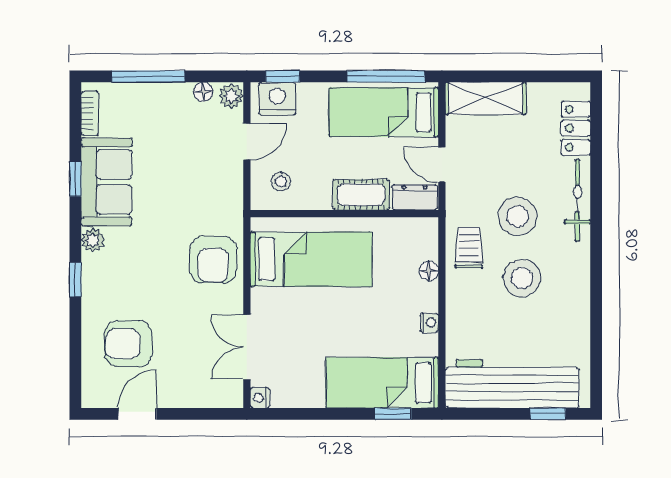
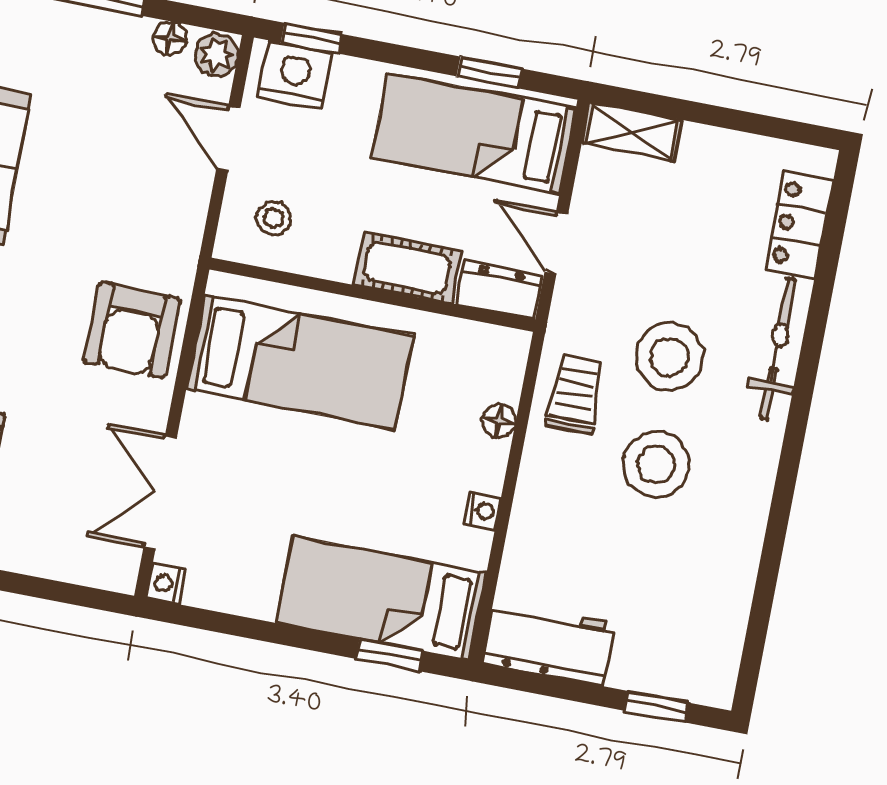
window: (386, 76) -> (489, 73), width x0.46
shelving: (486, 98) -> (632, 132), width x0.67, depth x0.75
door: (247, 141) -> (228, 138), swing flipped
workbench: (512, 384) -> (549, 643), width x0.53, depth x0.76

